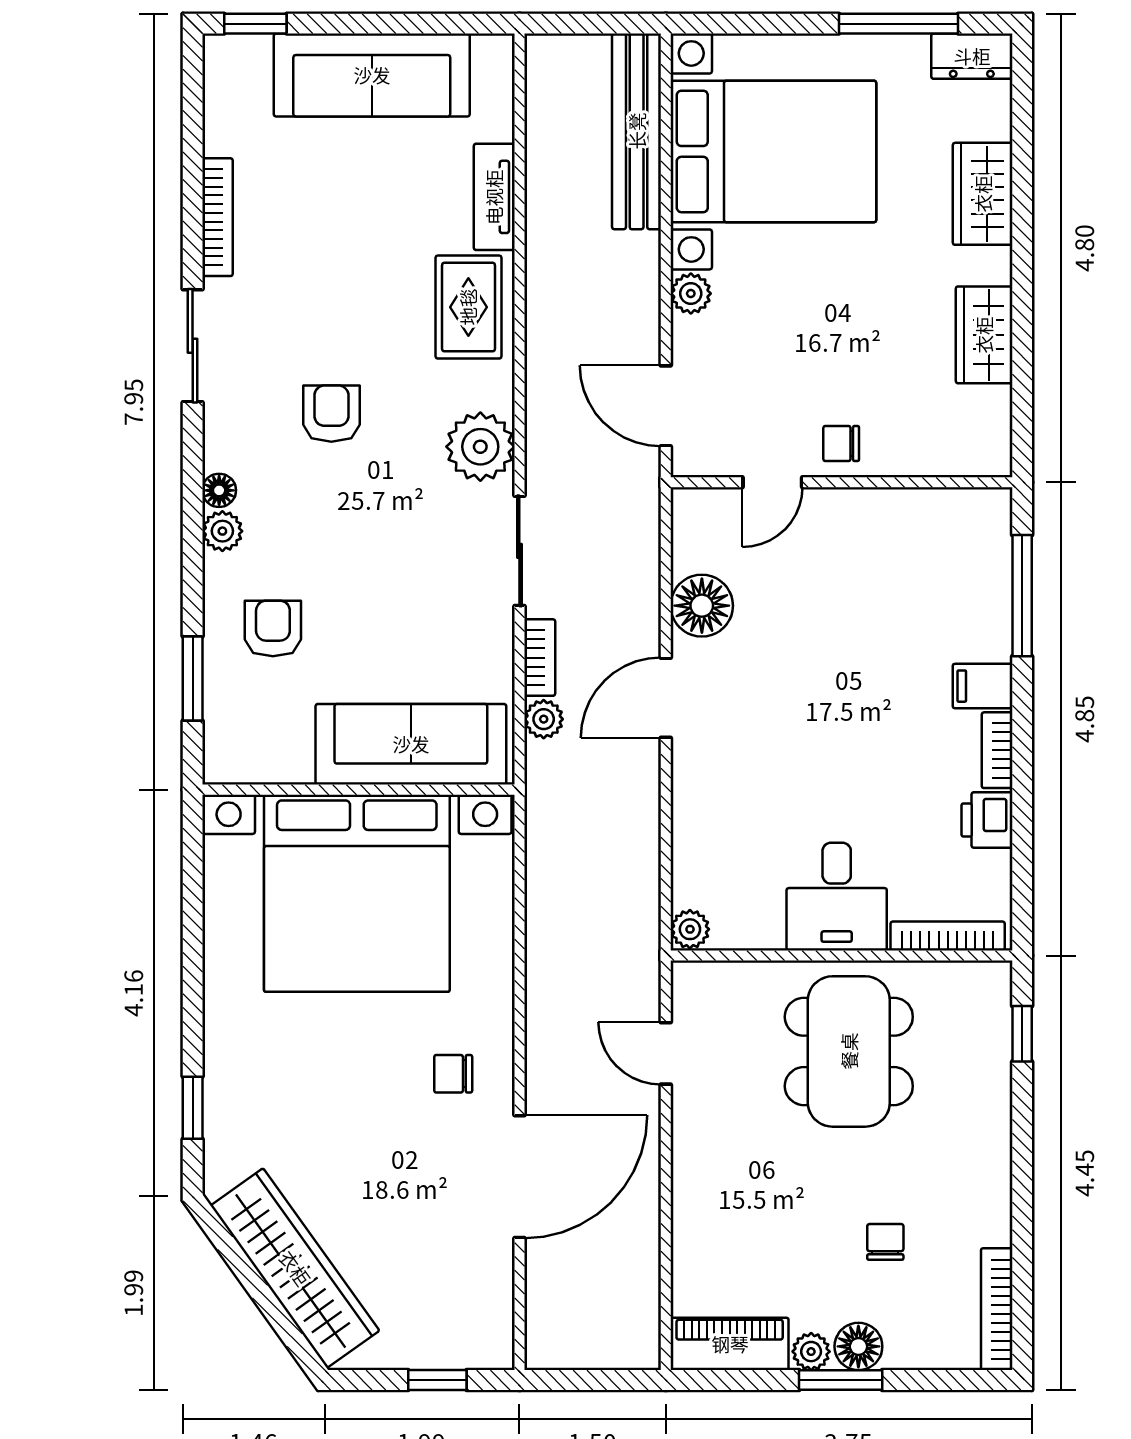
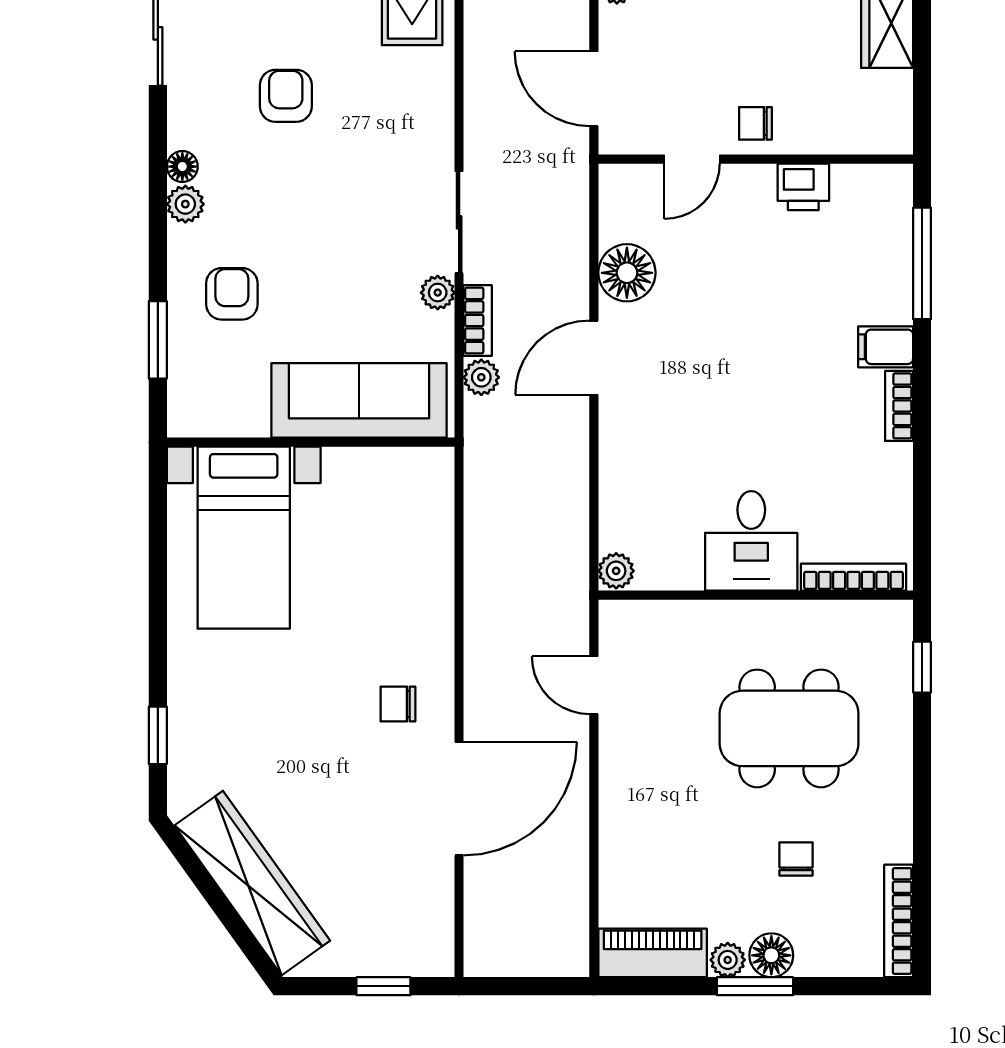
plant: (480, 447) -> (438, 293), moved, width x0.53, depth x0.53
printer: (987, 820) -> (803, 187), moved, turned -90
bed with nightstands: (357, 893) -> (244, 538), width x0.54
dining table: (849, 1051) -> (789, 728), moved, turned 90

